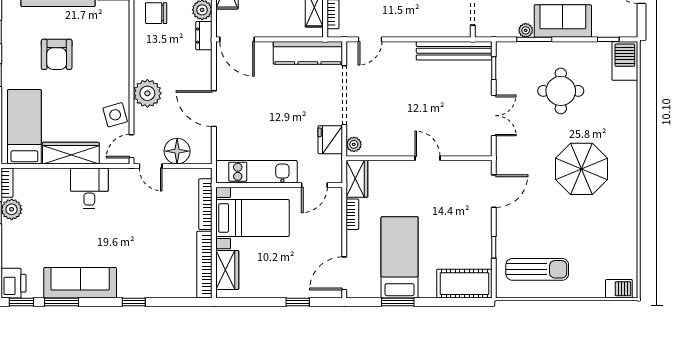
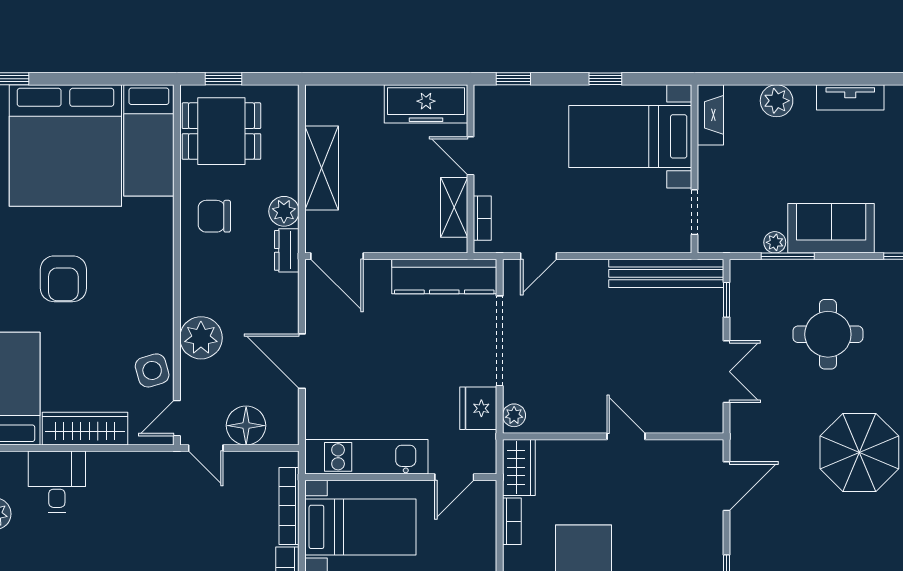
desk: (89, 188) -> (57, 482), moved

